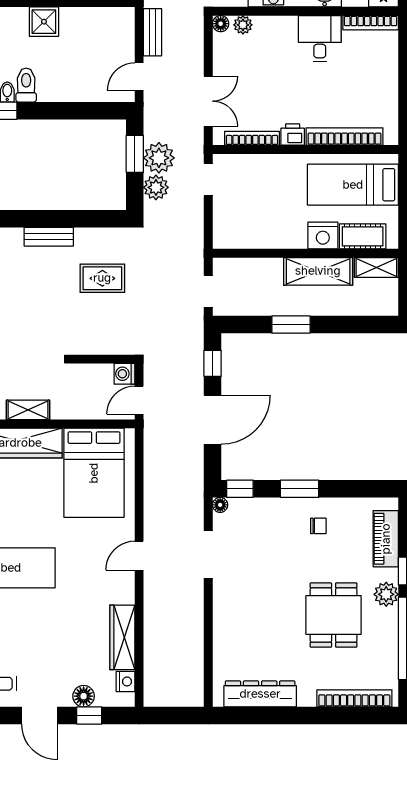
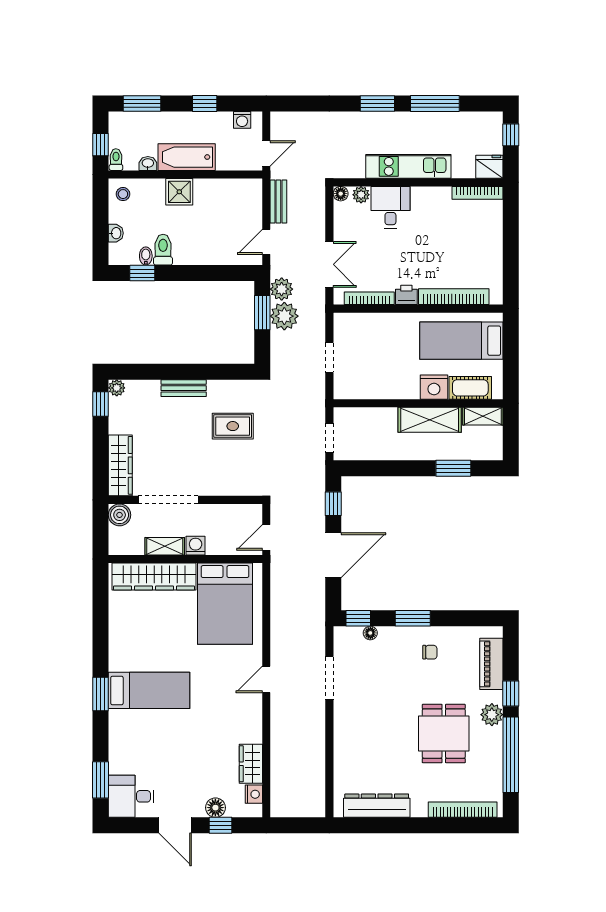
desk: (320, 39) -> (390, 207), moved
doorway: (208, 180) -> (329, 358), moved
plant: (156, 187) -> (282, 289), moved
window: (291, 325) -> (453, 468), moved
washing machine: (124, 374) -> (196, 546), moved, turned 90
floor lamp: (220, 505) -> (370, 633), moved
wardrobe: (122, 637) -> (251, 764), width x0.67

